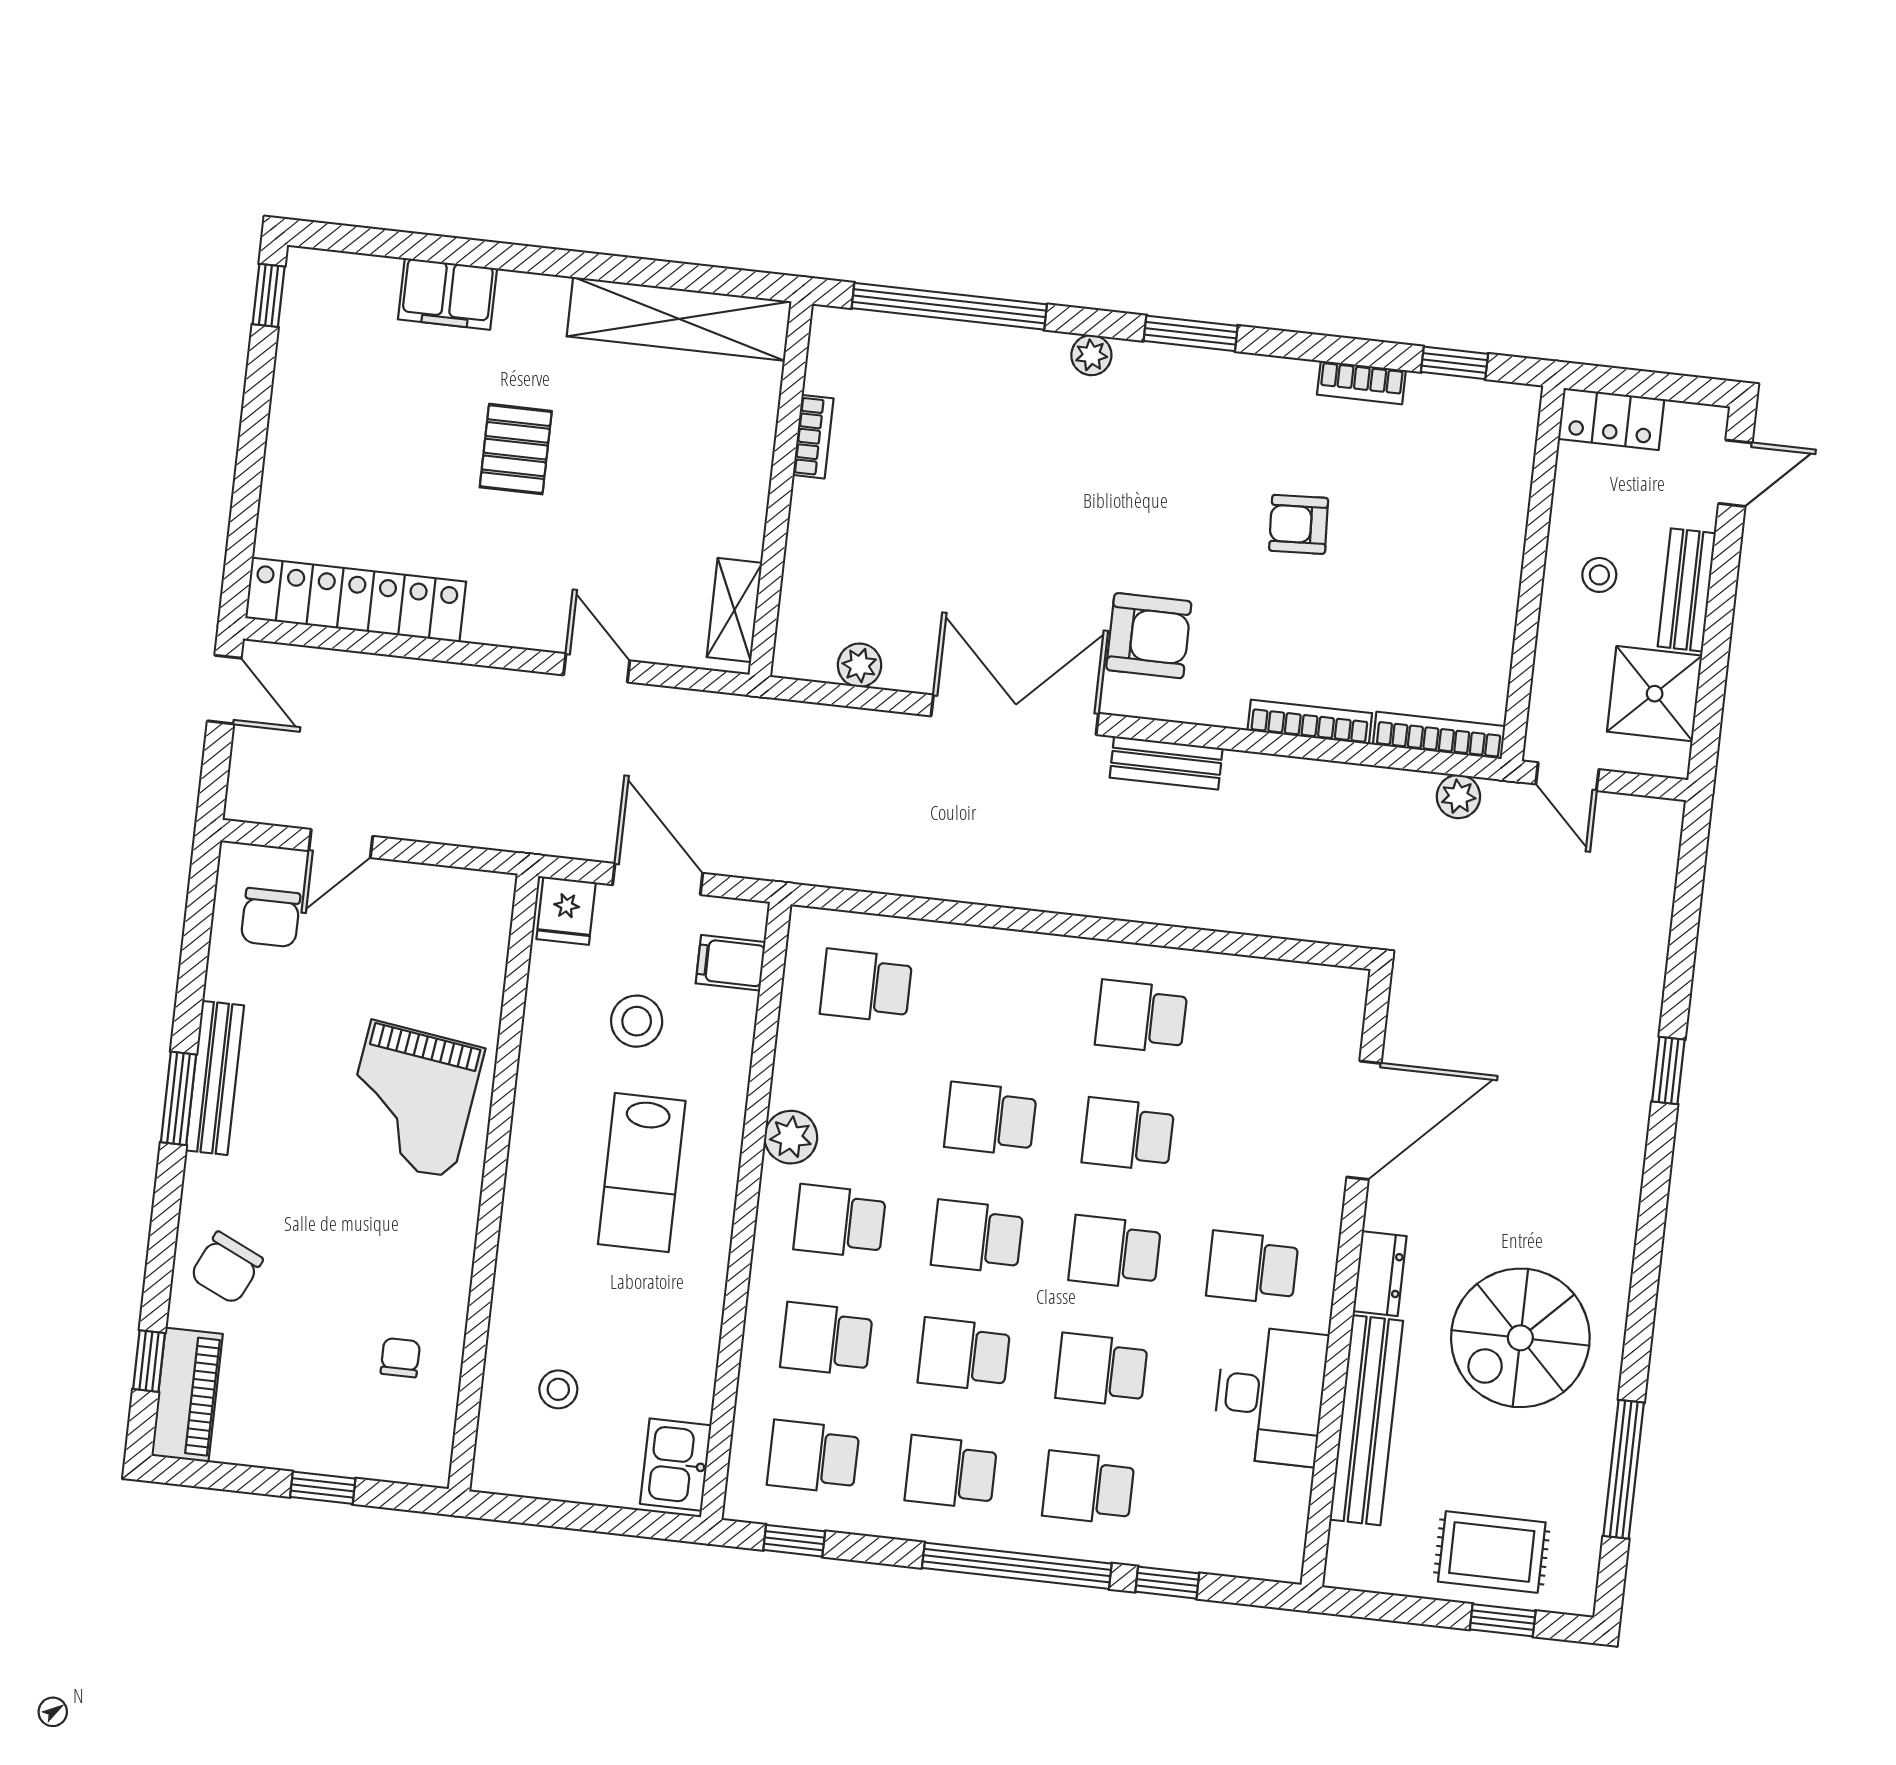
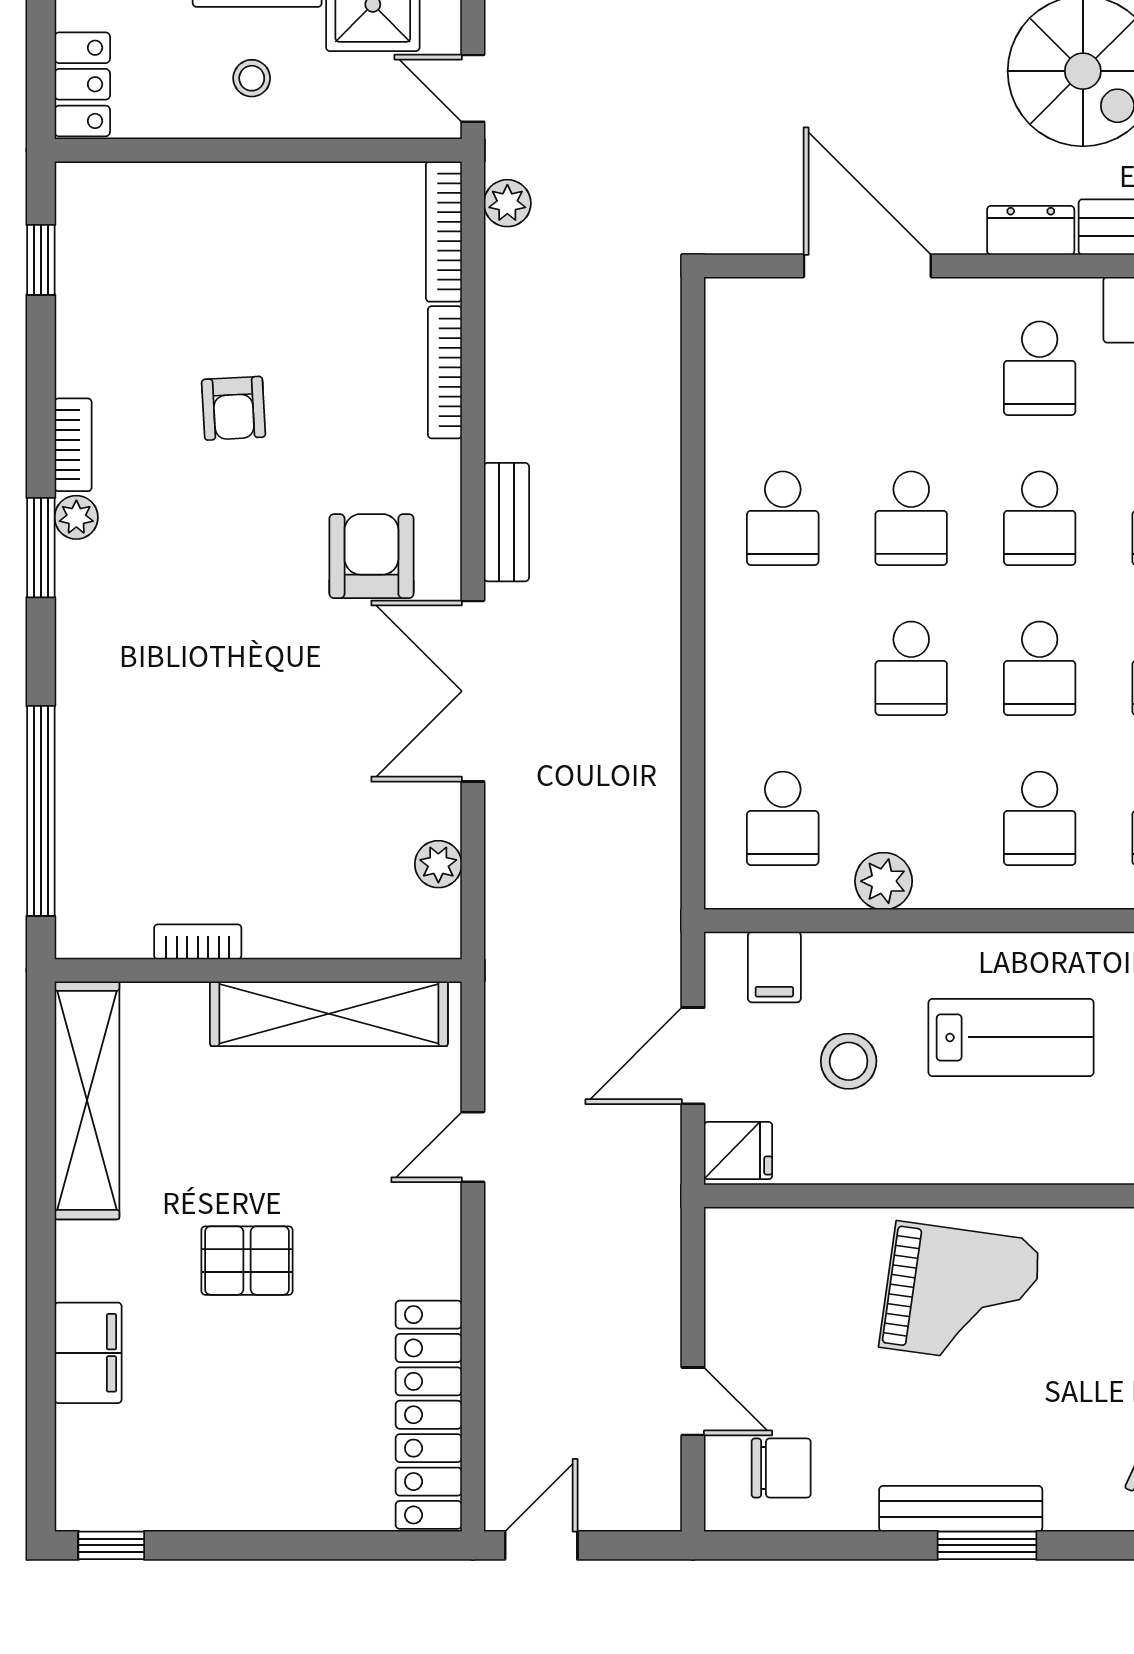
plant: (1091, 355) -> (76, 517), moved
bookcase: (1361, 382) -> (73, 445), moved
shelving: (734, 610) -> (329, 1014), width x2.20, depth x1.33
door: (1567, 777) -> (473, 88), swing flipped
plant: (791, 1137) -> (884, 881), moved

